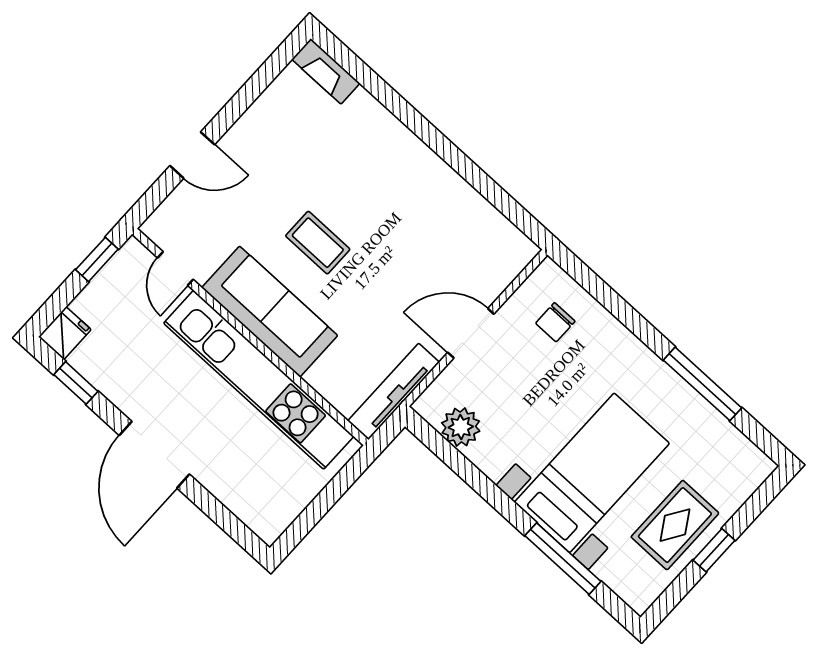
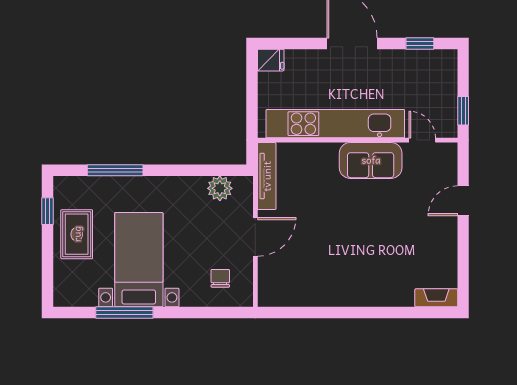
coffee table: (318, 243) -> (366, 214), removed
sofa: (270, 312) -> (371, 160), width x0.73
fridge: (65, 333) -> (271, 60), moved, turned -90
bed with nightstands: (592, 473) -> (139, 260), moved, turned 180
window: (714, 550) -> (47, 211), moved

